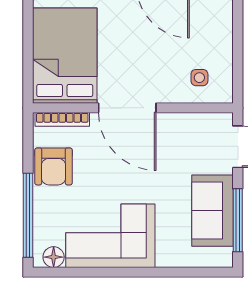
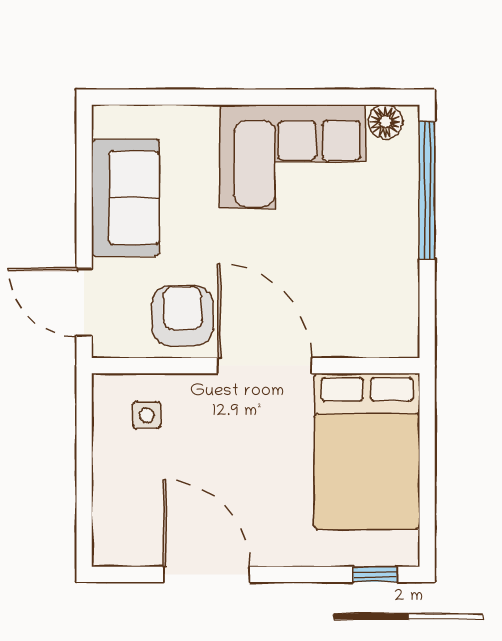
bookcase: (62, 119) -> (371, 347), removed
armchair: (54, 166) -> (182, 315), moved
window: (238, 220) -> (84, 182), removed

